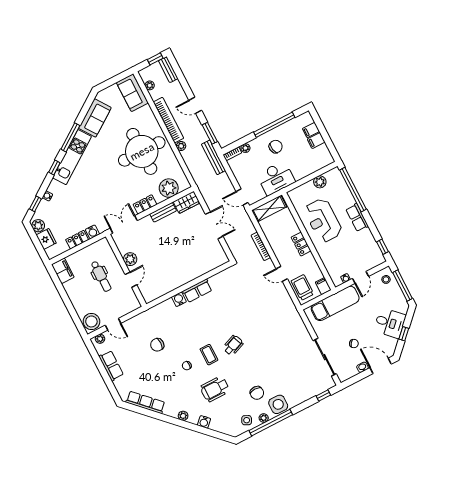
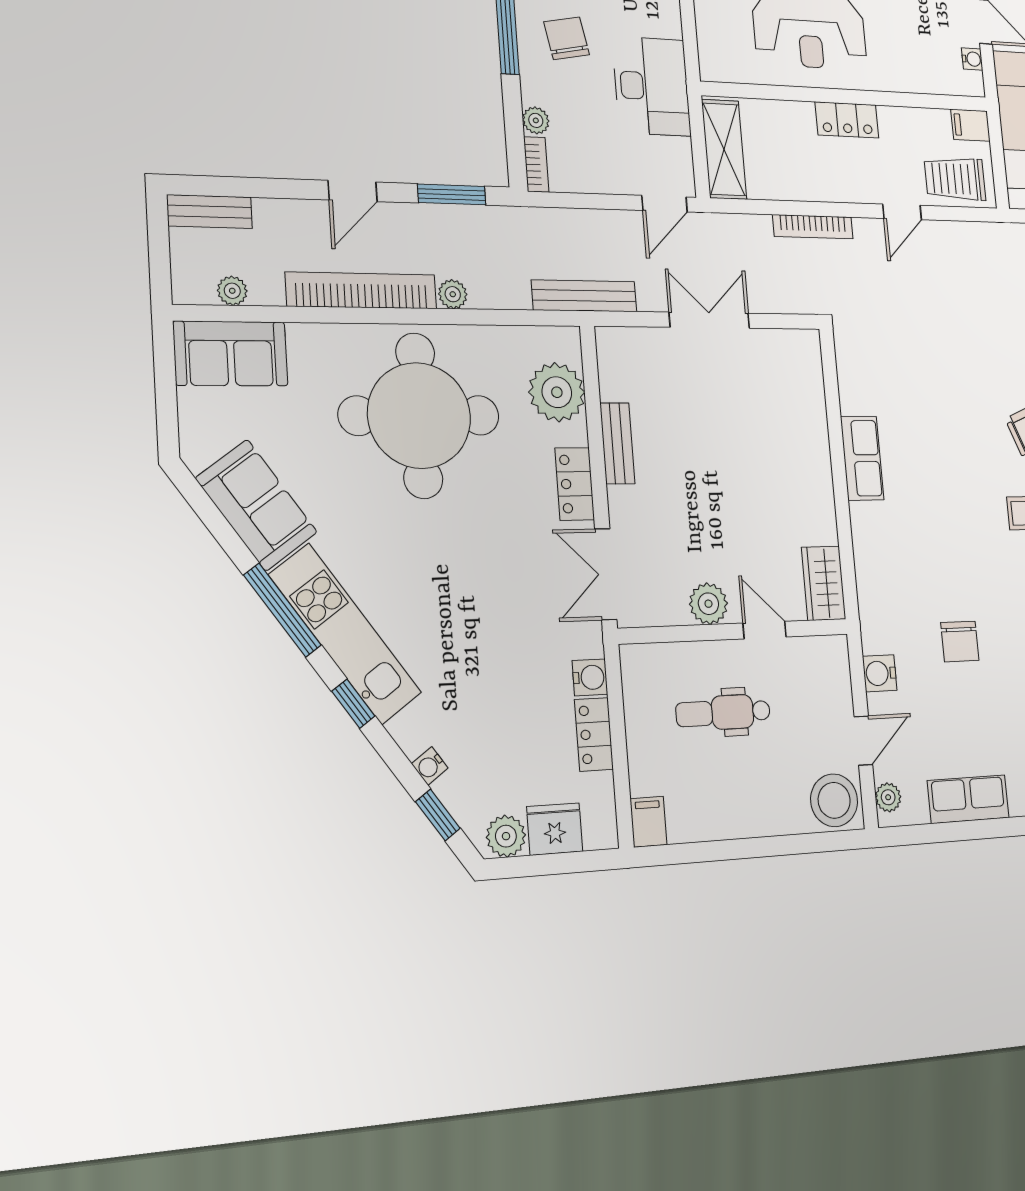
window: (155, 59) -> (158, 232), removed
bench: (213, 157) -> (584, 296), moved
wardrobe: (186, 202) -> (824, 583), moved, turned 180
filing cabinet: (63, 271) -> (648, 822), width x0.50
dental chair: (101, 276) -> (723, 712), turned 180
water cooler: (179, 299) -> (880, 673), moved

